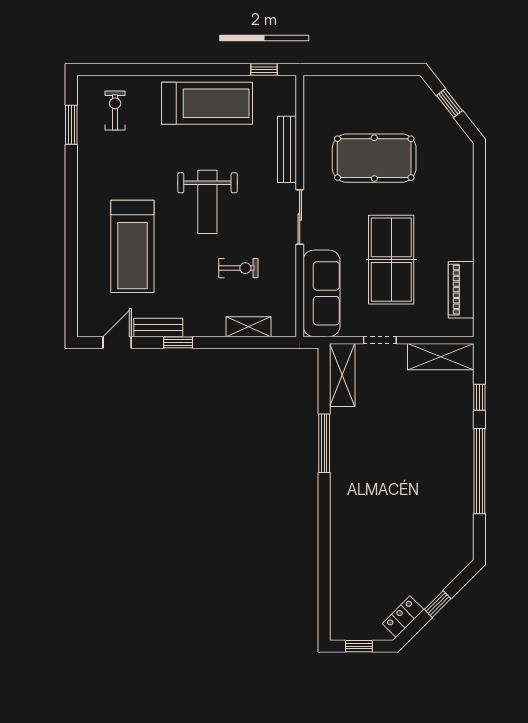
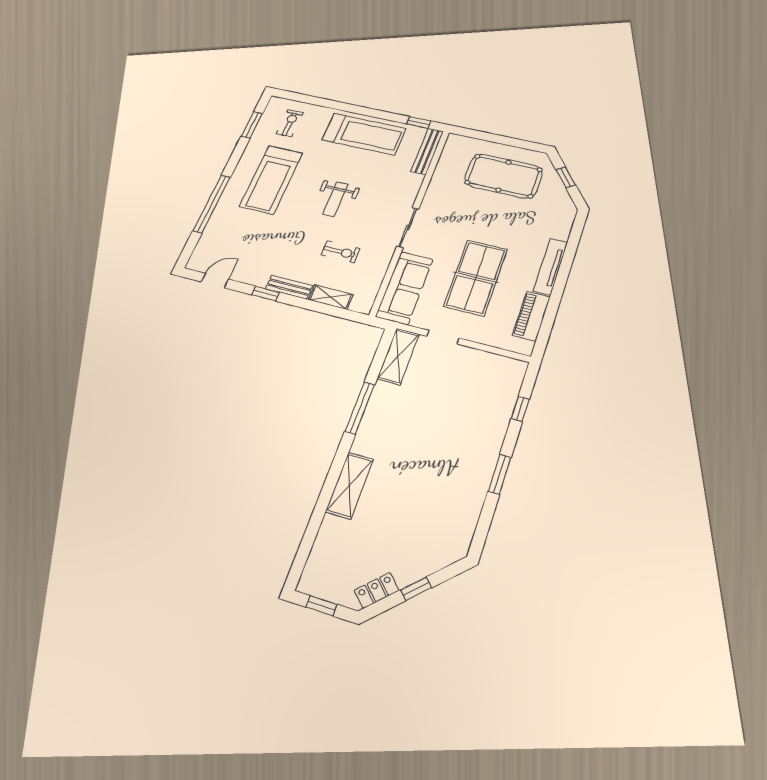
bench: (287, 149) -> (427, 151), moved
pool table: (374, 158) -> (503, 176), moved
weight bench: (207, 202) -> (335, 199), width x0.73, depth x0.75
tv unit: (464, 224) -> (551, 267), added
window: (71, 246) -> (212, 204), added
treadmill: (132, 246) -> (271, 180), moved
bench: (158, 327) -> (289, 287), moved
shelving: (441, 357) -> (349, 485), moved, turned 90
window: (479, 471) -> (500, 474), width x0.47

